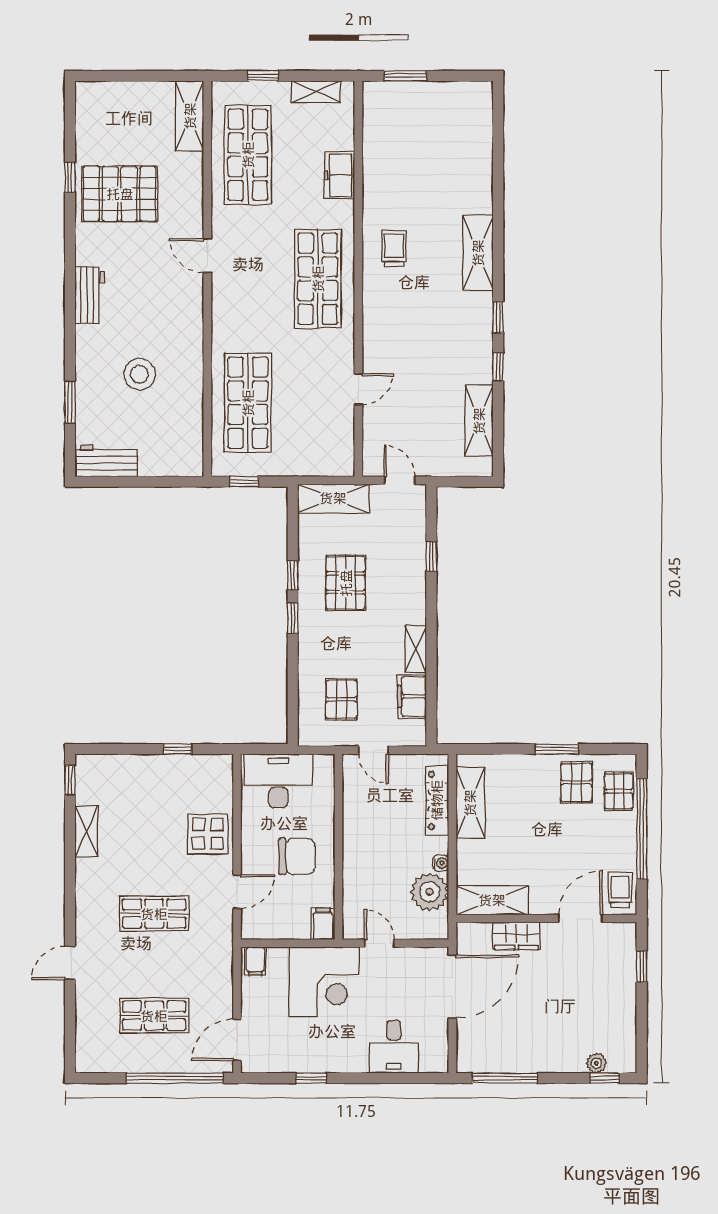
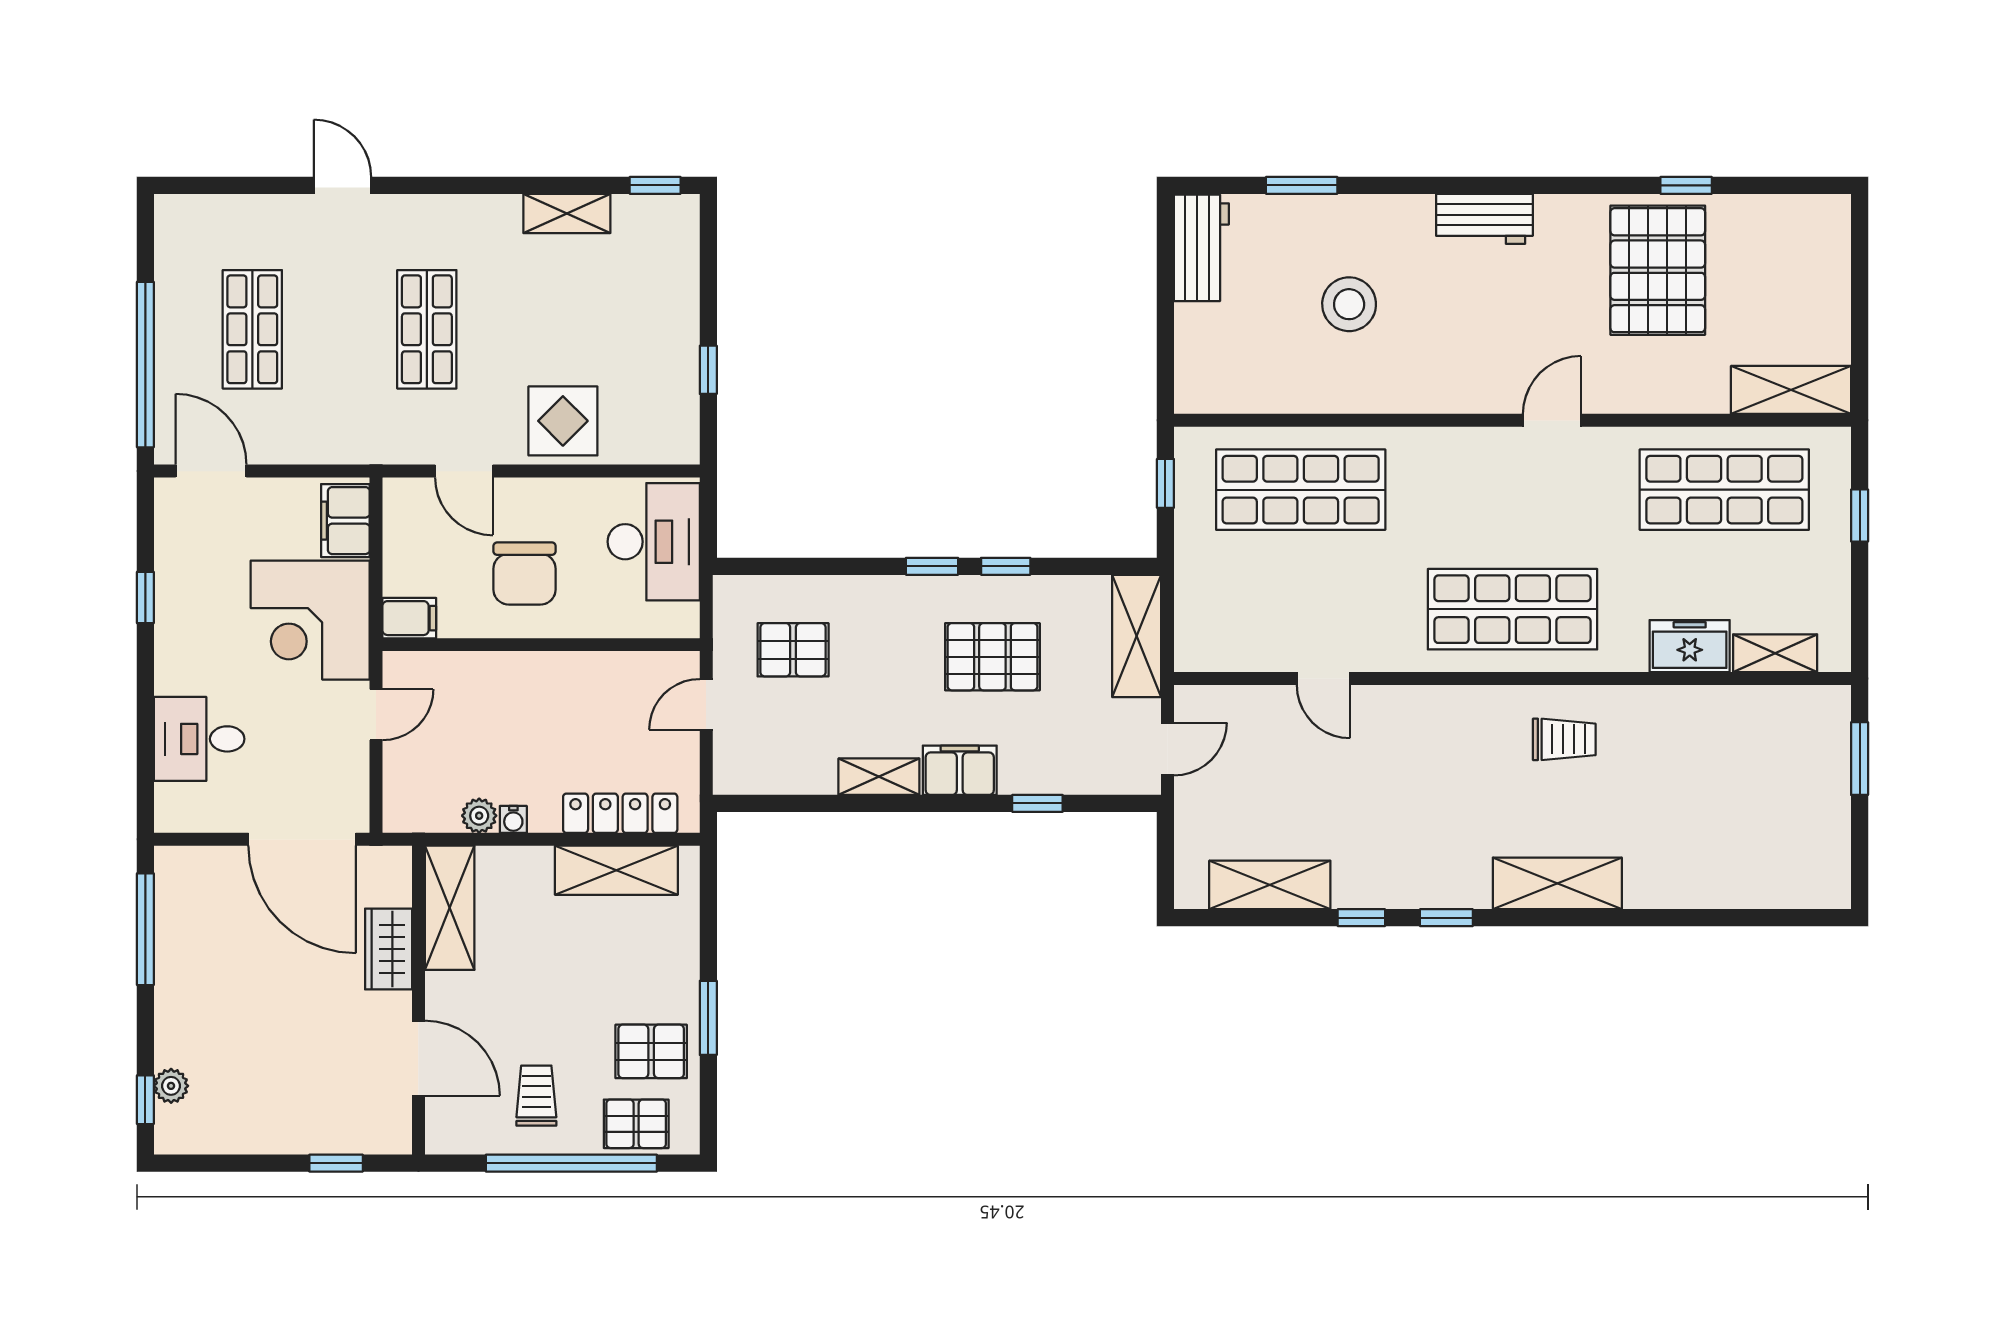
shelving: (316, 92) -> (1775, 653), moved, turned 90
filing cabinet: (412, 696) -> (960, 770), moved
trolley: (620, 890) -> (536, 1096), moved, turned -90
plant: (430, 892) -> (479, 816), width x0.53, depth x0.53
filing cabinet: (255, 961) -> (345, 521), width x2.00

